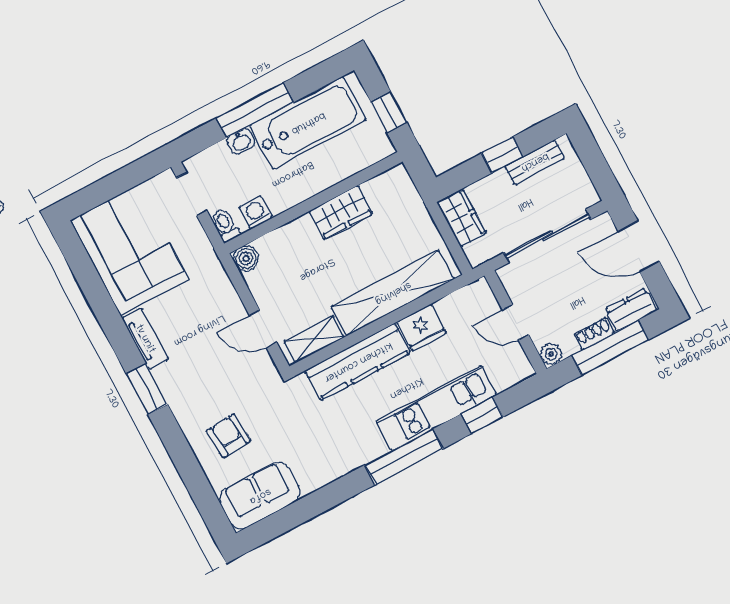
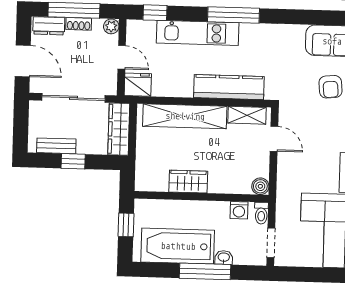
wardrobe: (461, 218) -> (119, 129), width x1.50
fridge: (422, 328) -> (138, 85), moved
window: (482, 415) -> (155, 13), moved

